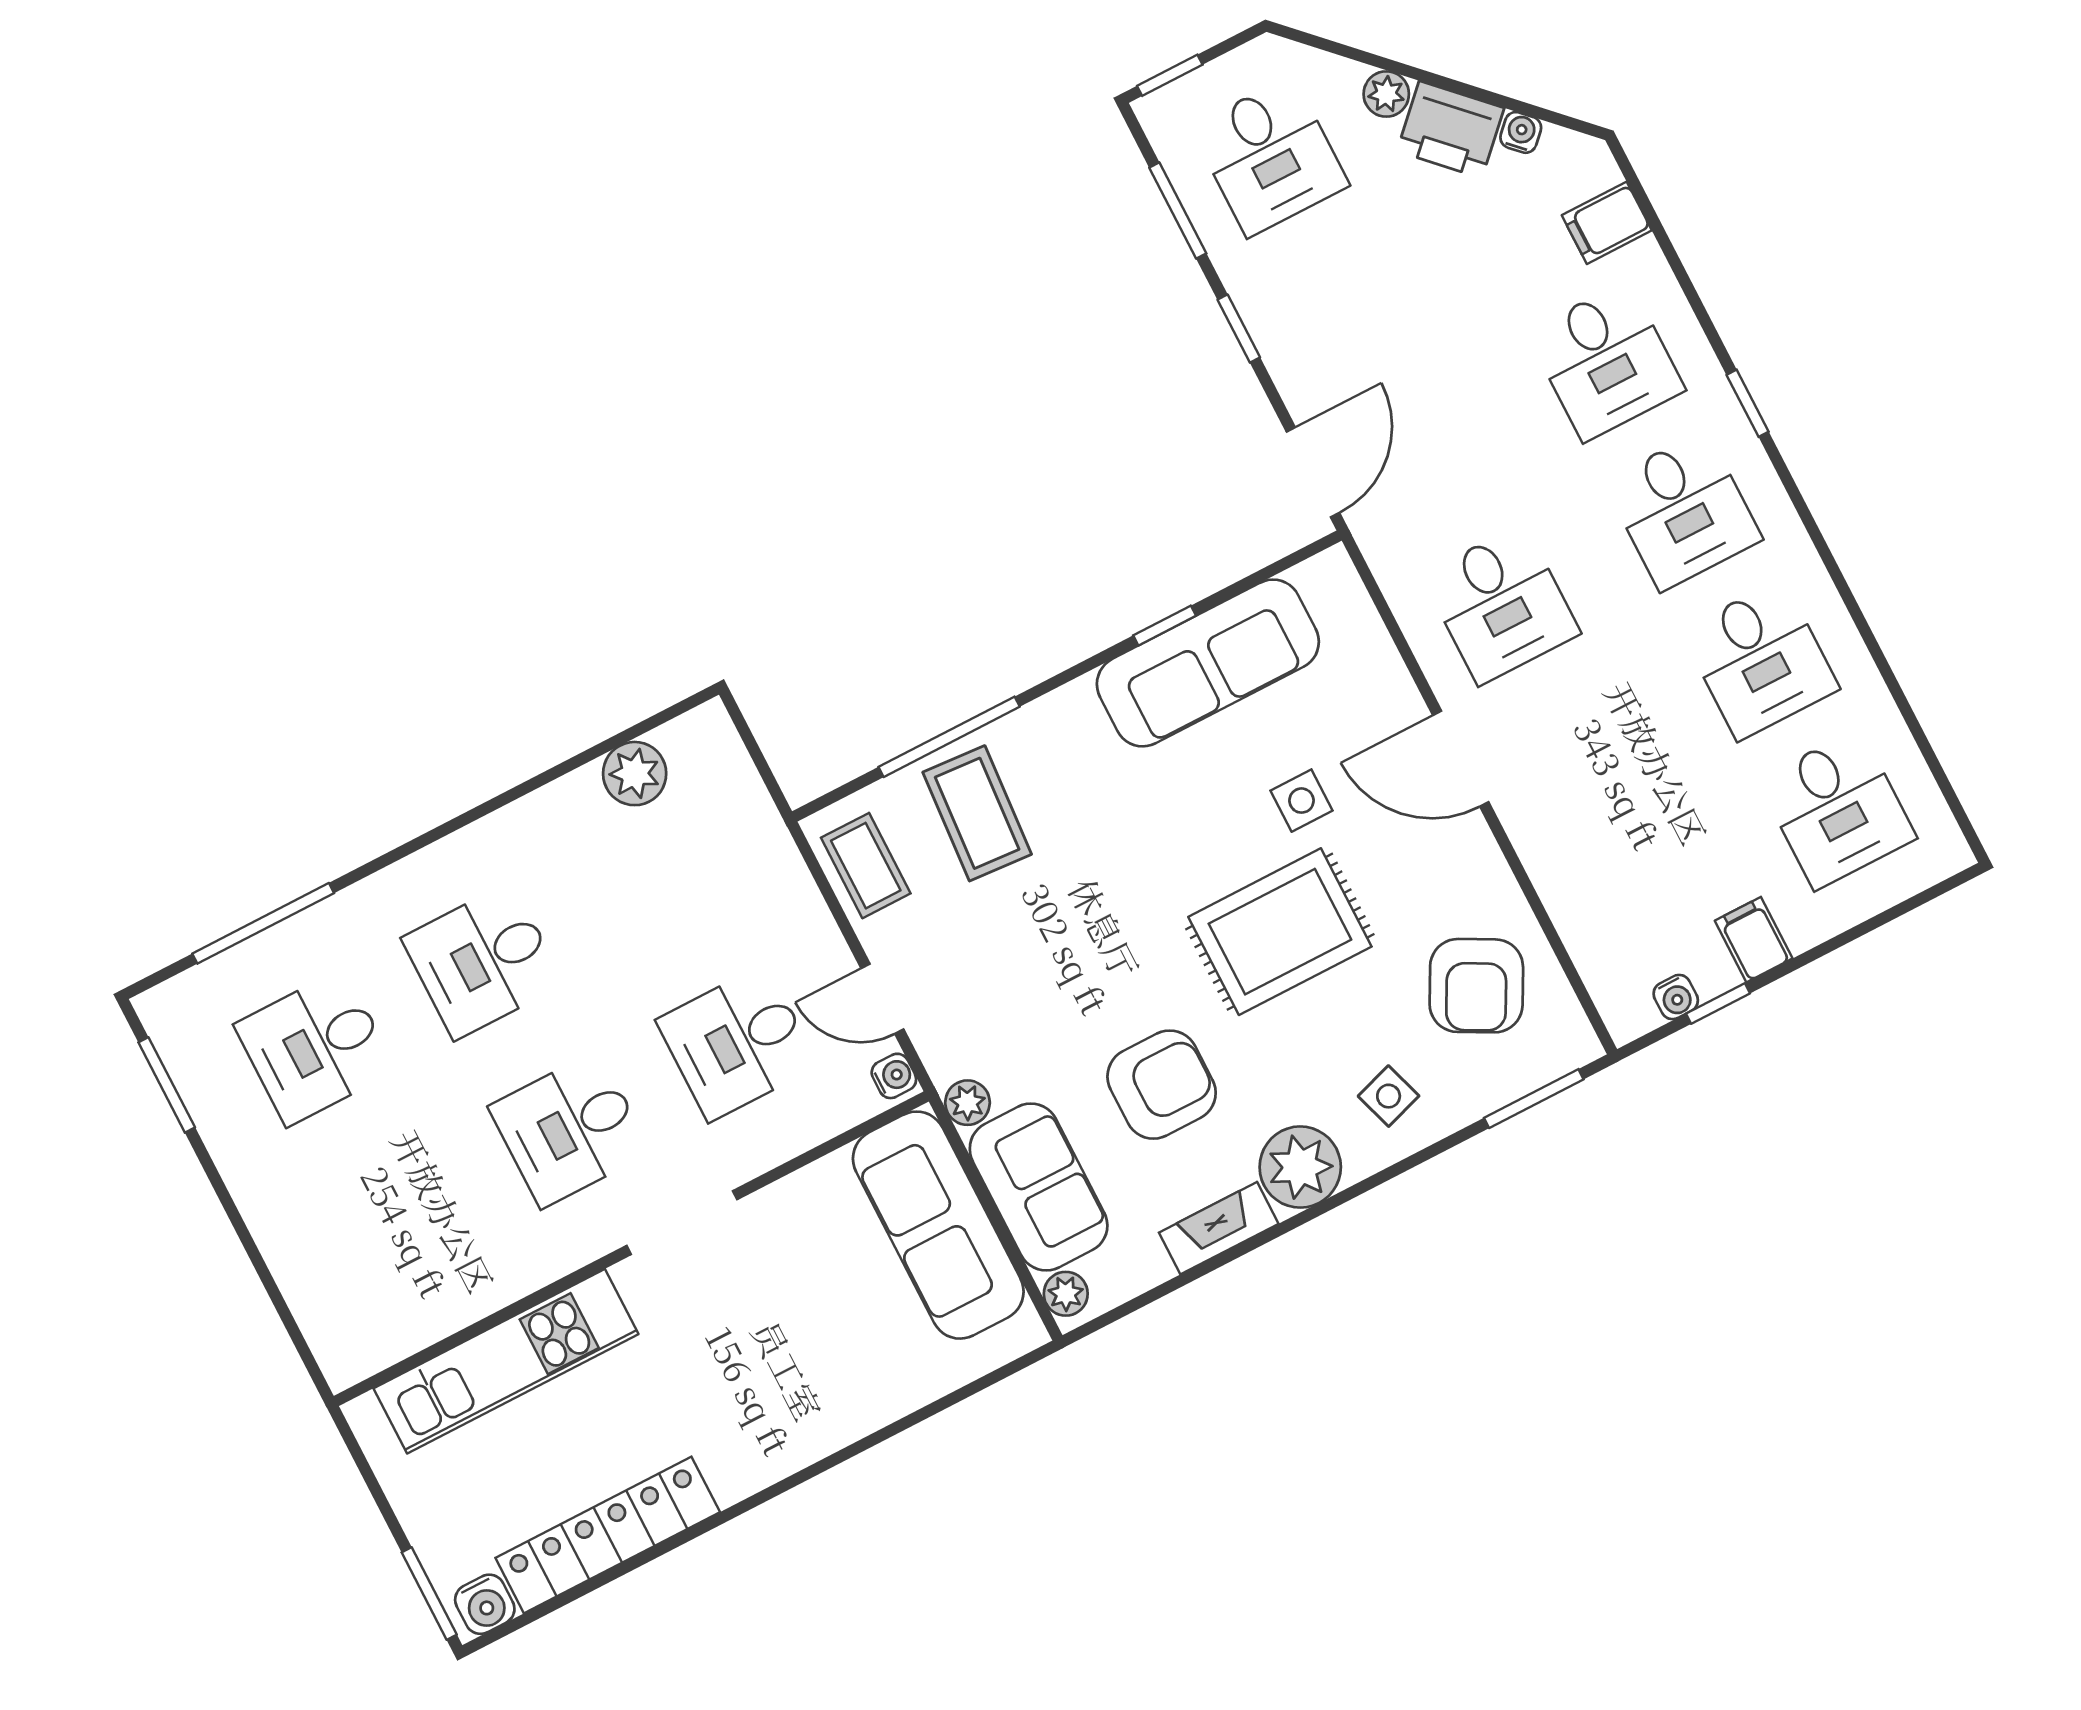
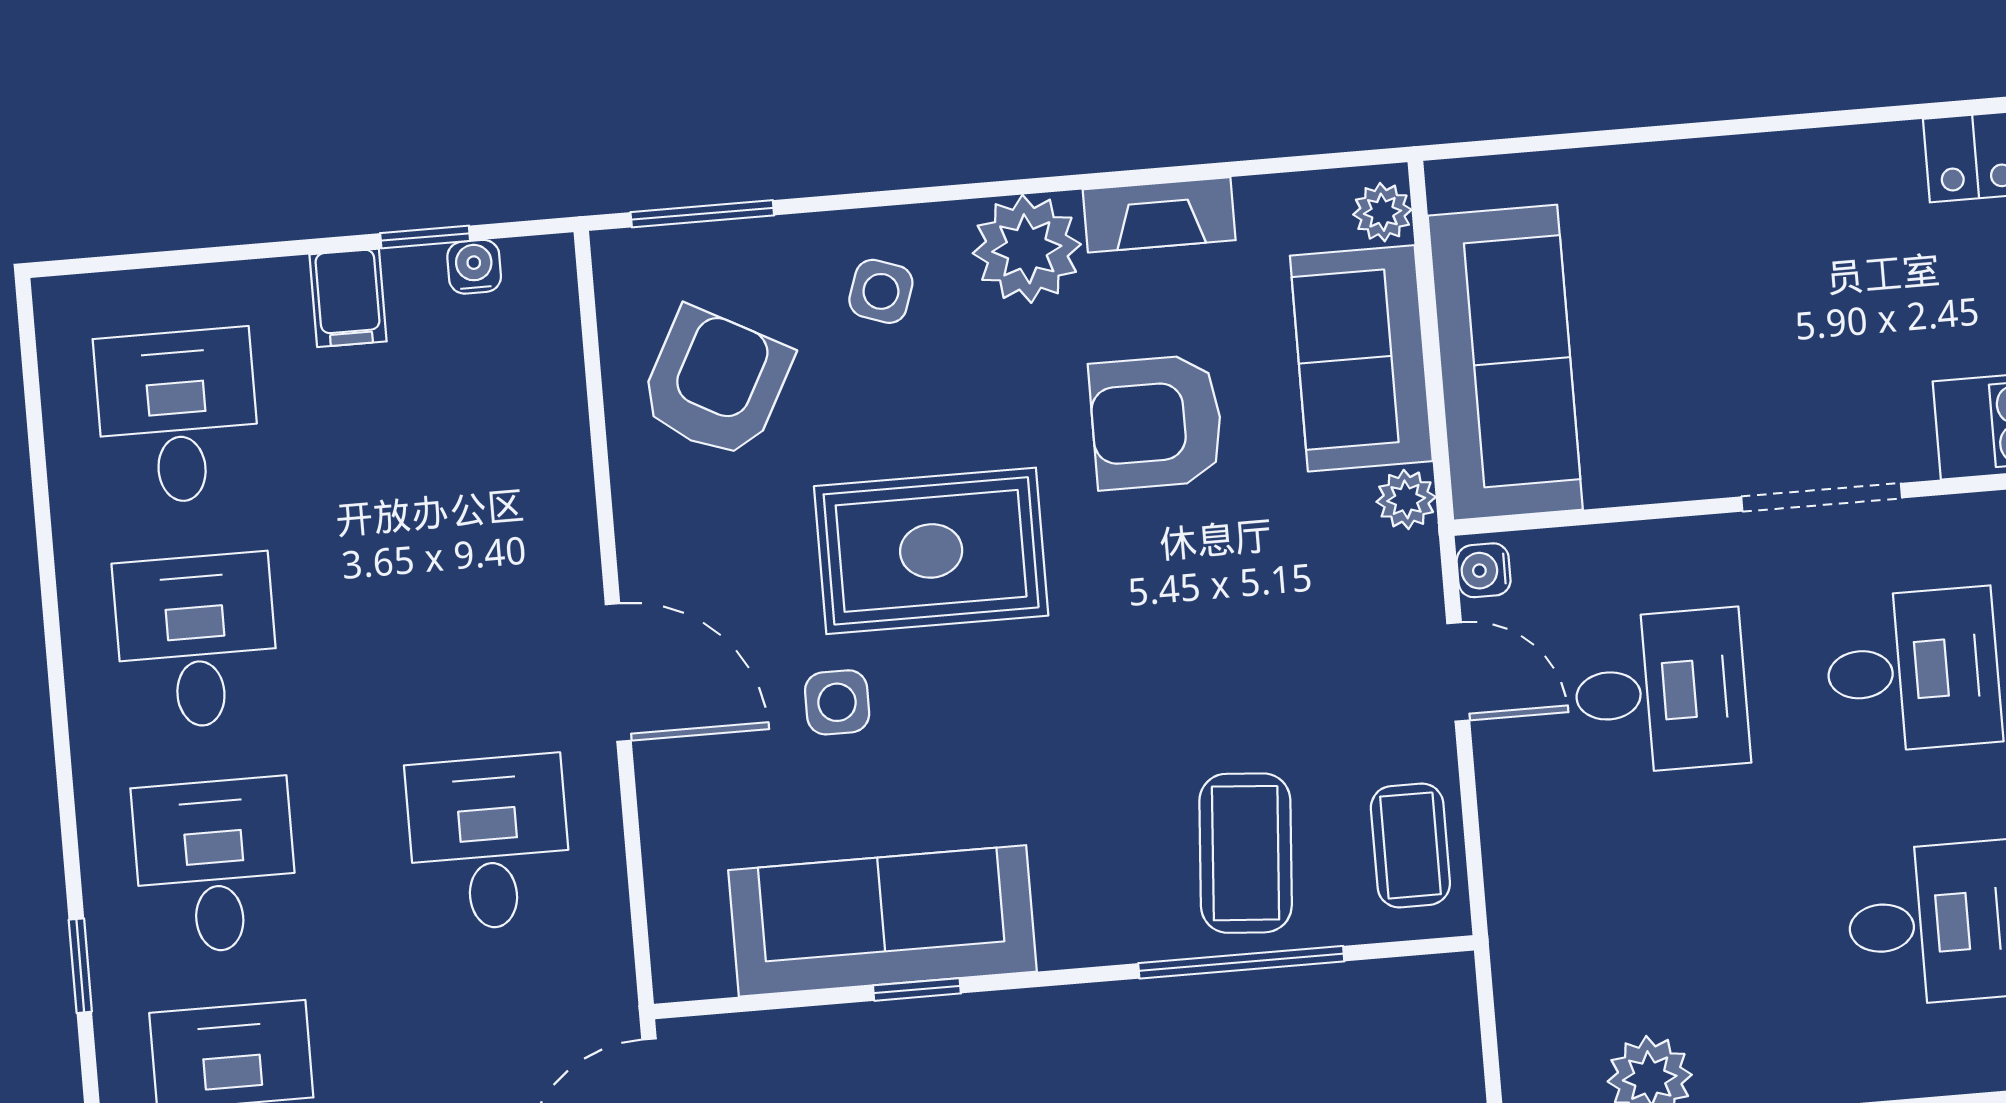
side table: (1389, 1096) -> (881, 291), turned 37

